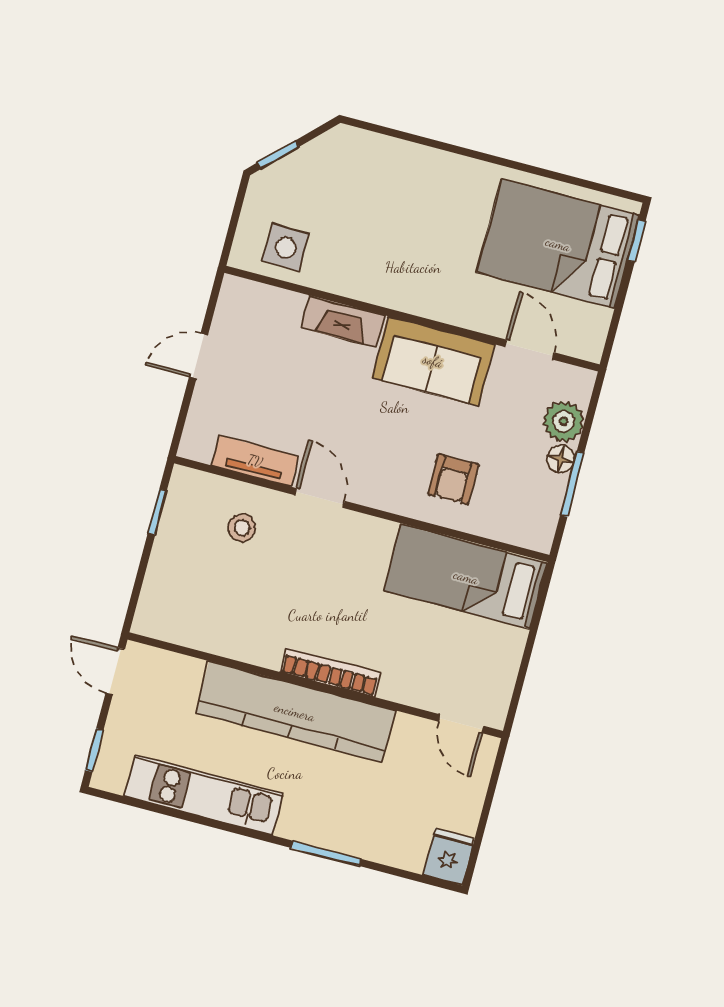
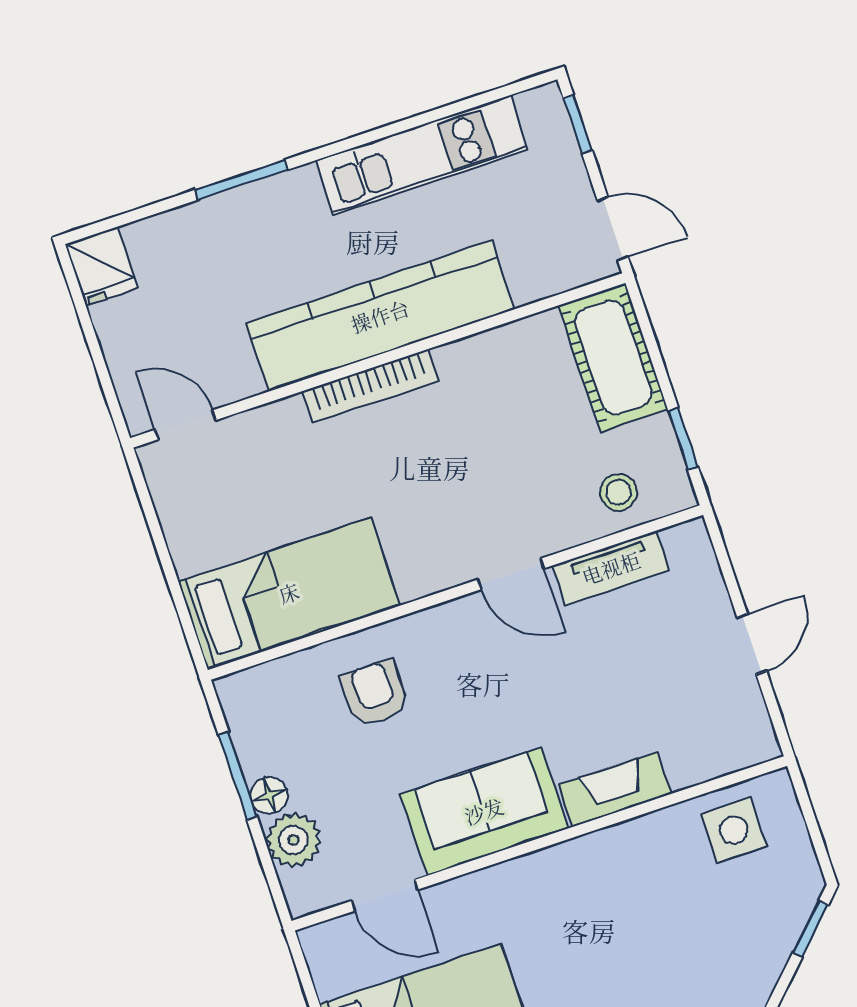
stool: (242, 528) -> (618, 492), moved
cot: (168, 591) -> (613, 357), added

